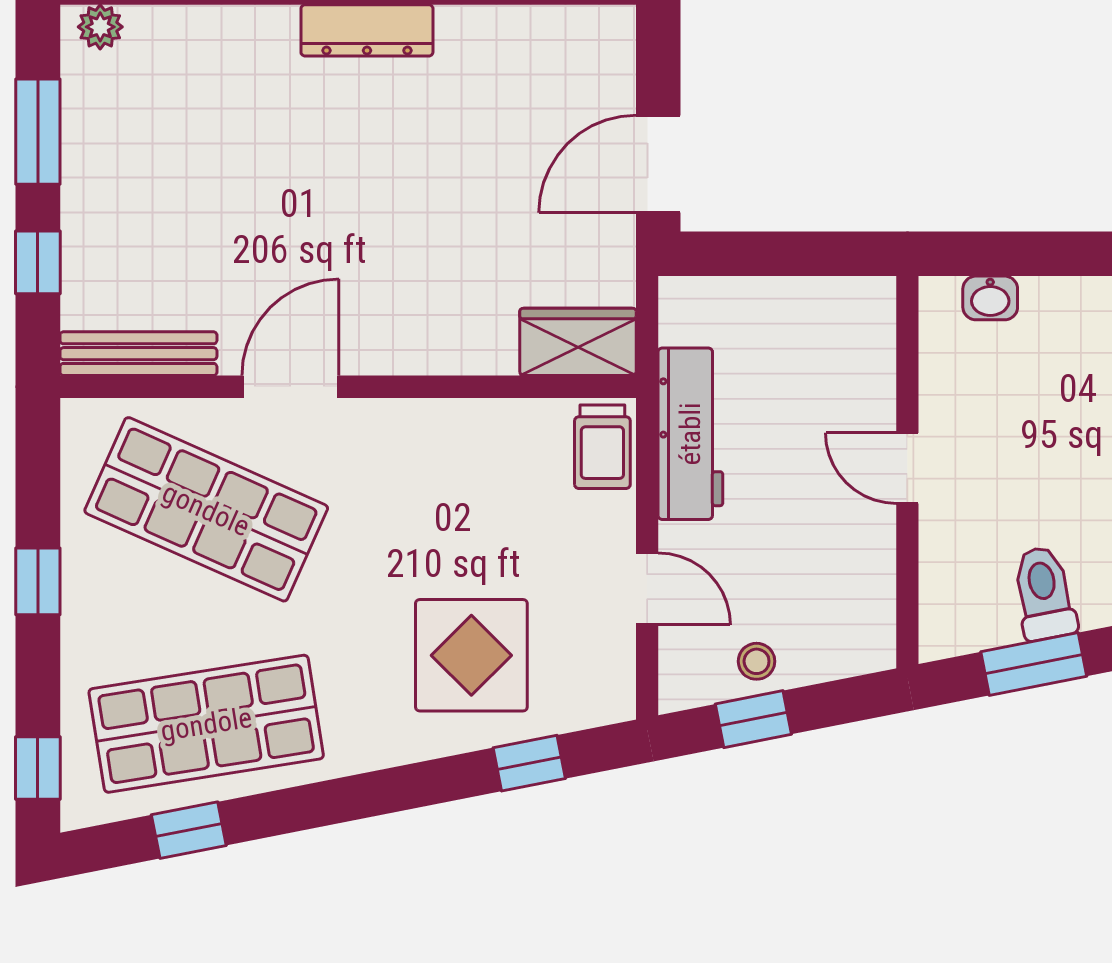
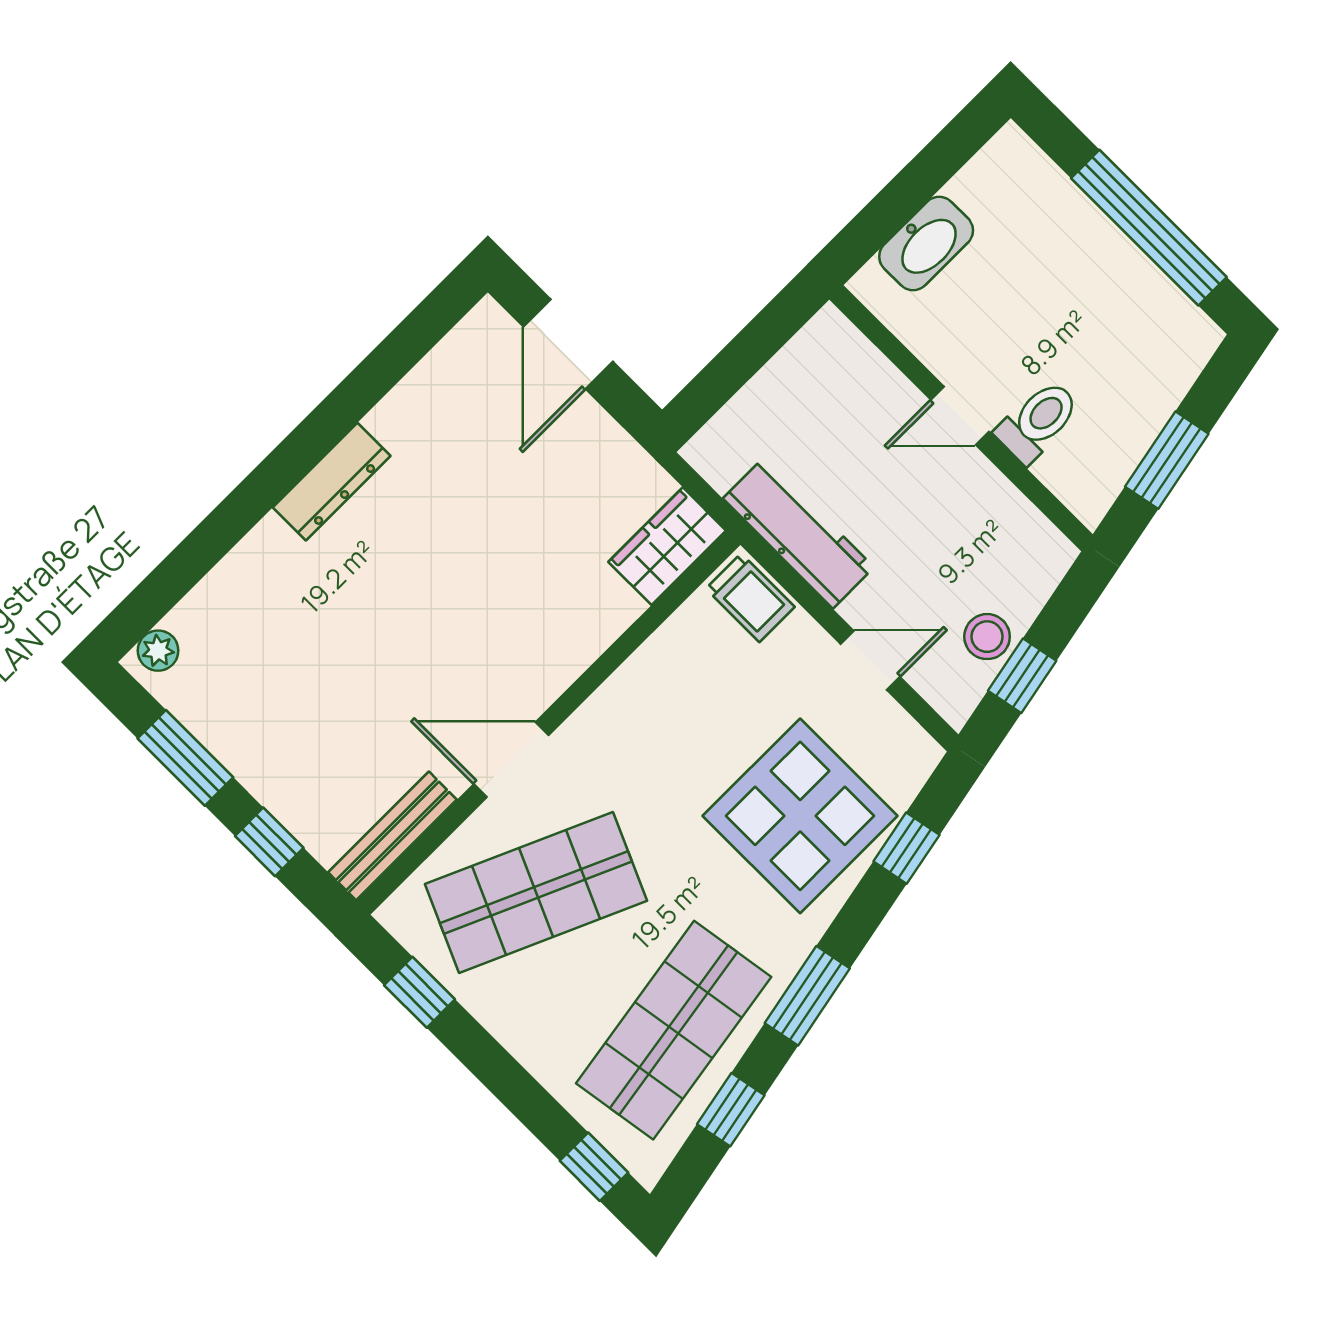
door: (658, 164) -> (568, 344), moved
washbasin: (990, 298) -> (926, 243), width x1.91, depth x1.45
door: (290, 387) -> (511, 760), hinge flipped
window: (38, 581) -> (420, 992), moved
toilet: (1044, 593) -> (1038, 421), moved, turned 101
display table: (471, 655) -> (800, 816), width x1.36, depth x1.36
stool: (757, 661) -> (987, 637), width x1.37, depth x1.37
window: (337, 801) -> (807, 996), added

